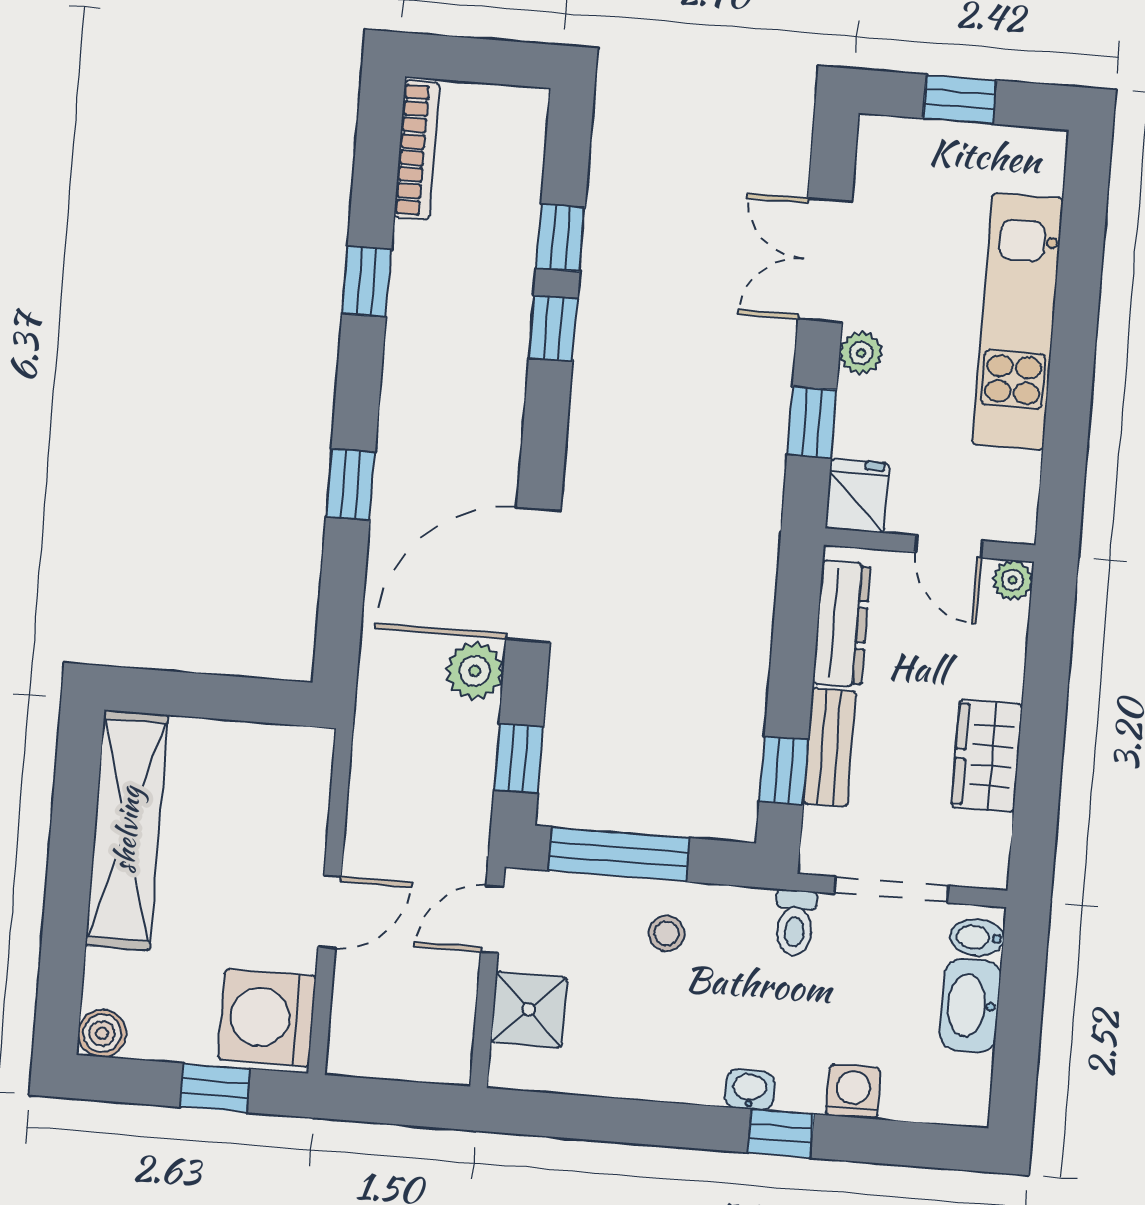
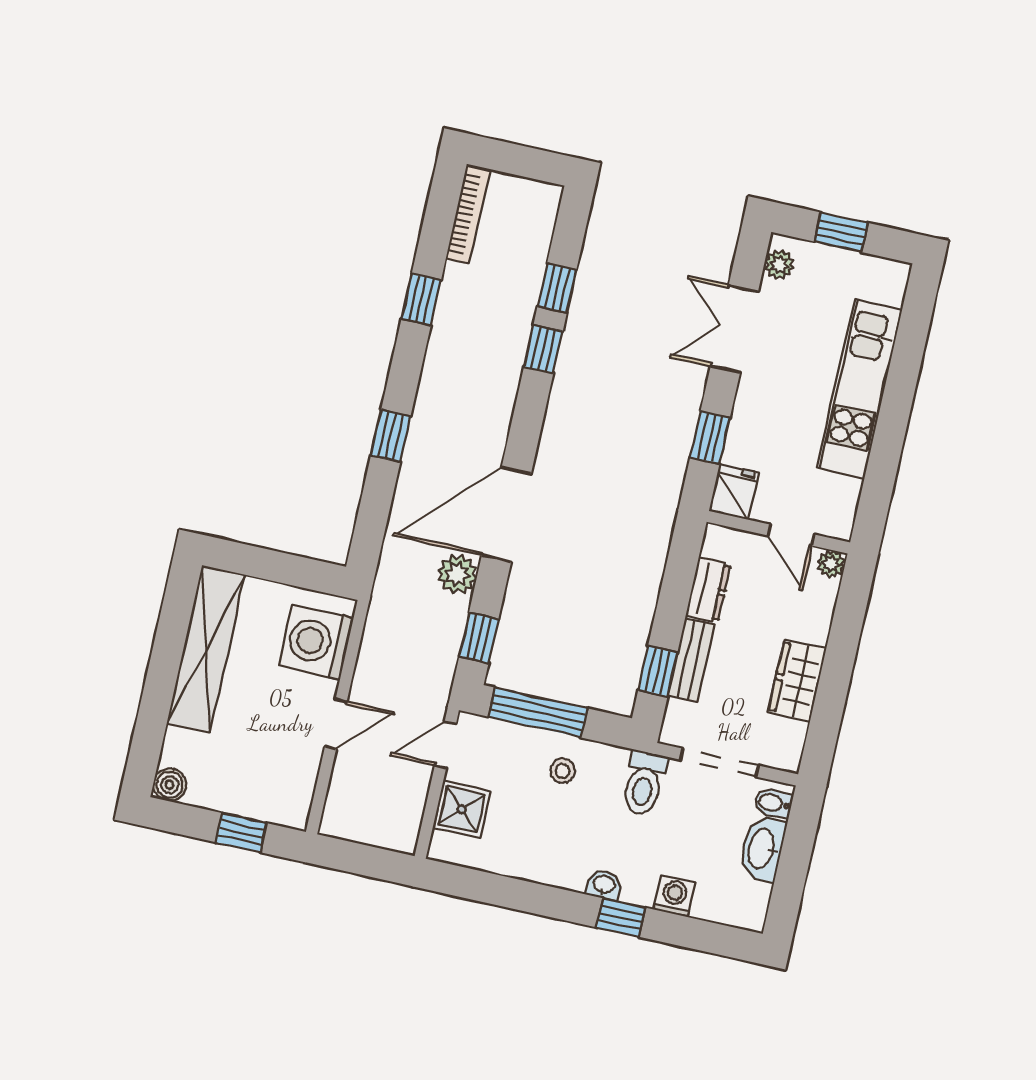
plant: (861, 353) -> (779, 265), moved
dresser: (842, 624) -> (708, 590), width x0.70
toilet: (795, 923) -> (644, 783), width x1.37, depth x1.39
washing machine: (267, 1018) -> (316, 642), moved

